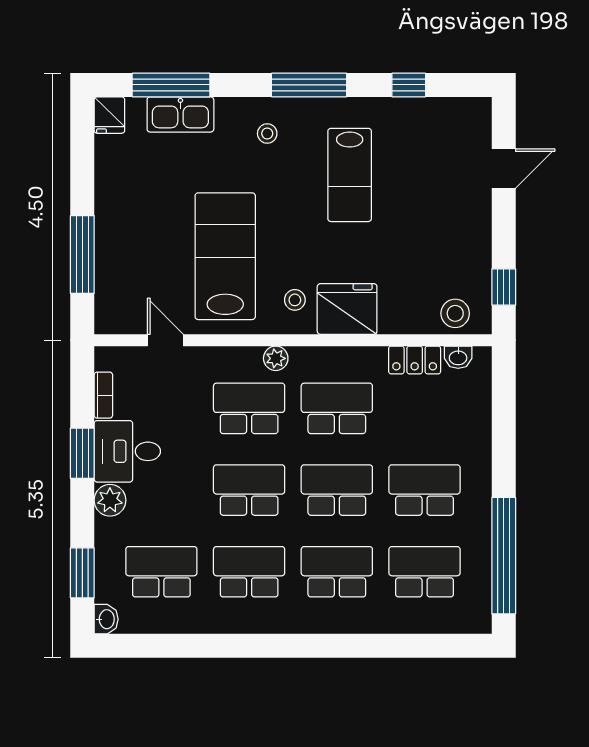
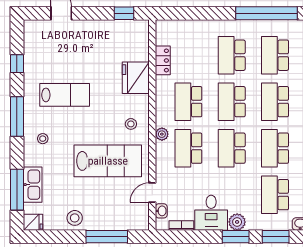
lab bench: (225, 256) -> (108, 161), turned 180
fridge: (347, 309) -> (136, 78), moved
stool: (455, 313) -> (75, 218), moved
washbasin: (458, 357) -> (161, 211), moved
window: (82, 453) -> (236, 237), moved

